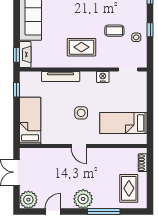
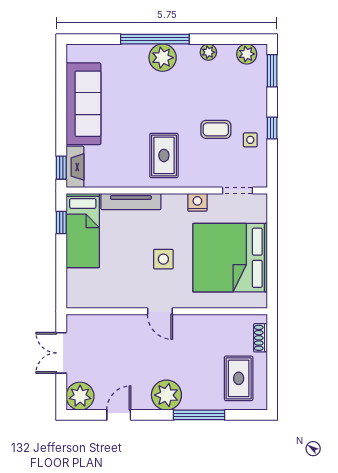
rug: (81, 47) -> (164, 155), turned 90
bed: (30, 121) -> (83, 231), moved, turned 180
bed: (123, 123) -> (230, 258), width x2.04

